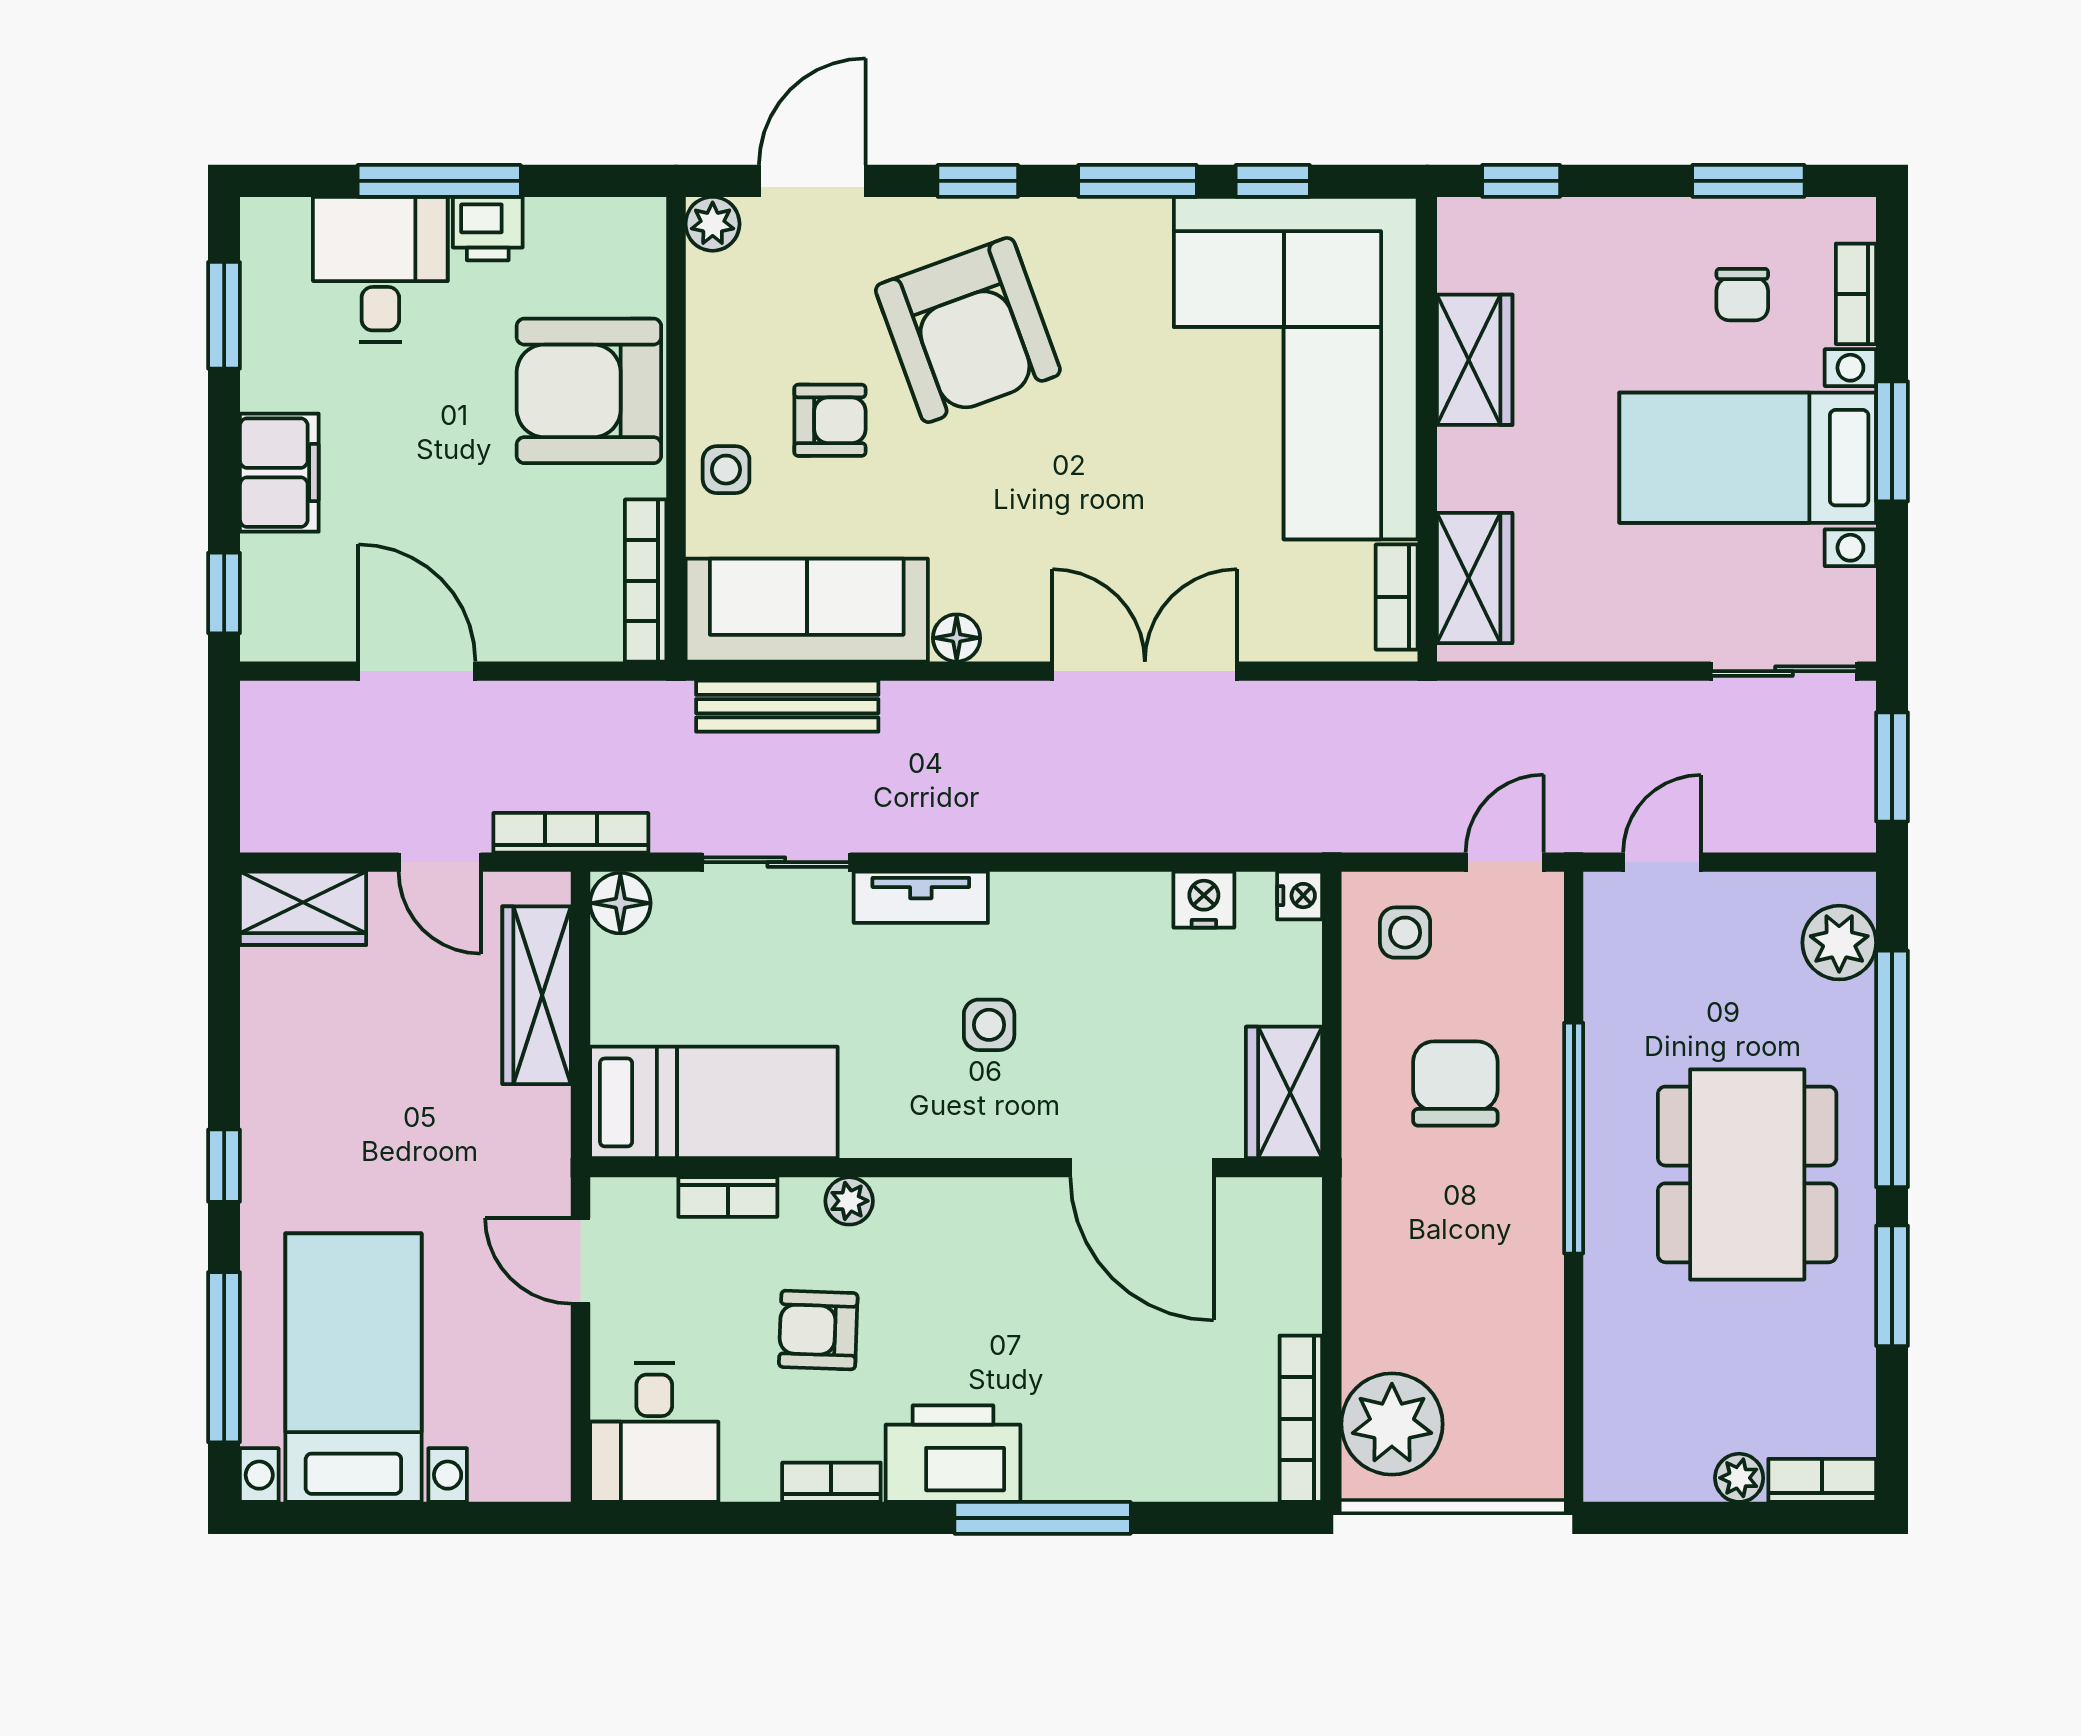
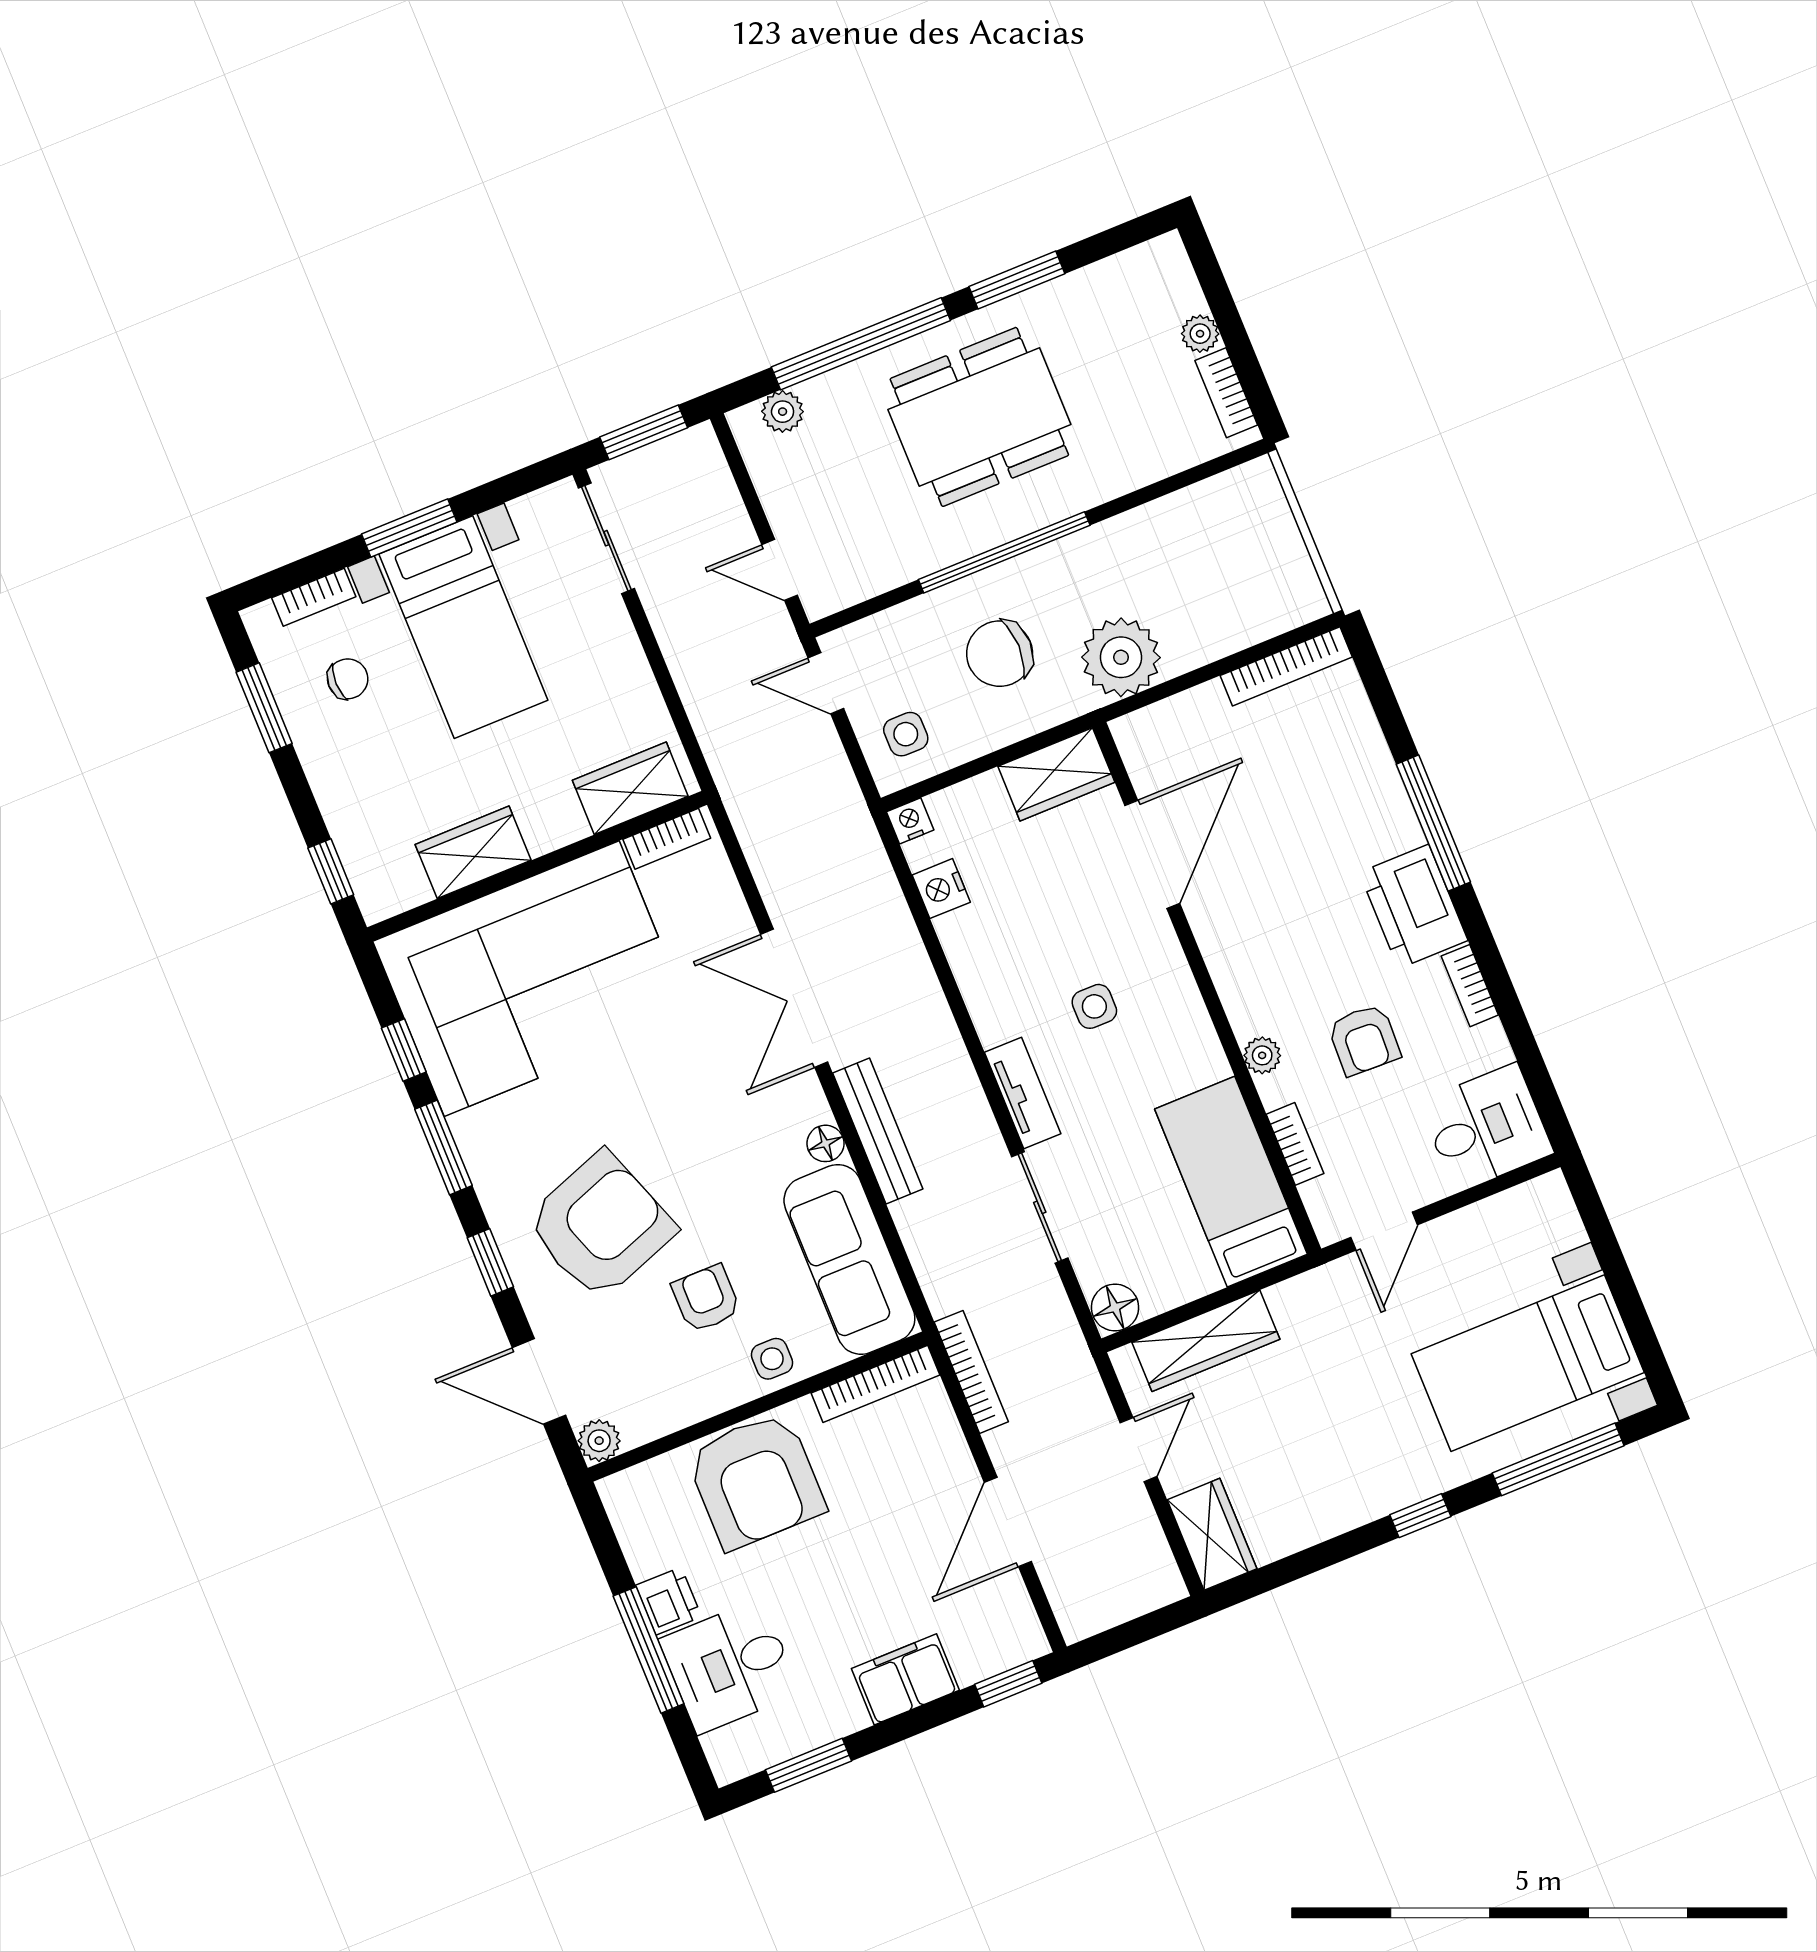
bench: (787, 706) -> (878, 1131), moved
bookcase: (571, 833) -> (971, 1372), moved, turned 180
plant: (1839, 943) -> (783, 412), width x0.73, depth x0.73
plant: (1392, 1424) -> (1121, 657), moved
bookcase: (1822, 1480) -> (1226, 393), moved

